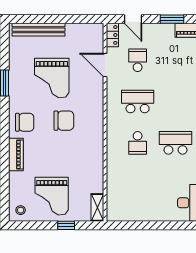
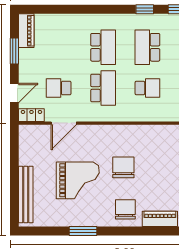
school desk: (138, 102) -> (103, 88), turned 180
school desk: (175, 102) -> (103, 47), added

